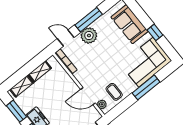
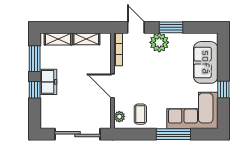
window: (89, 20) -> (171, 27), width x0.69
door: (88, 96) -> (113, 86), moved

